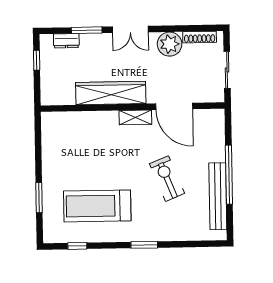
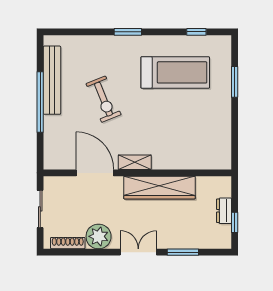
dresser: (66, 41) -> (224, 211), moved, turned -90

